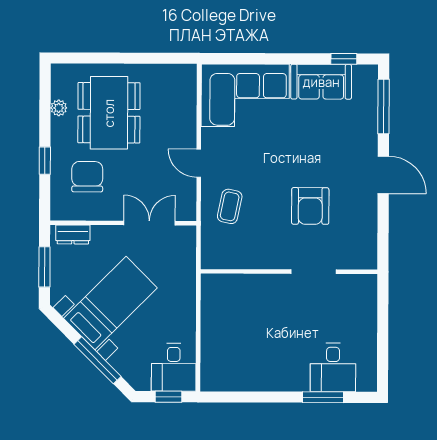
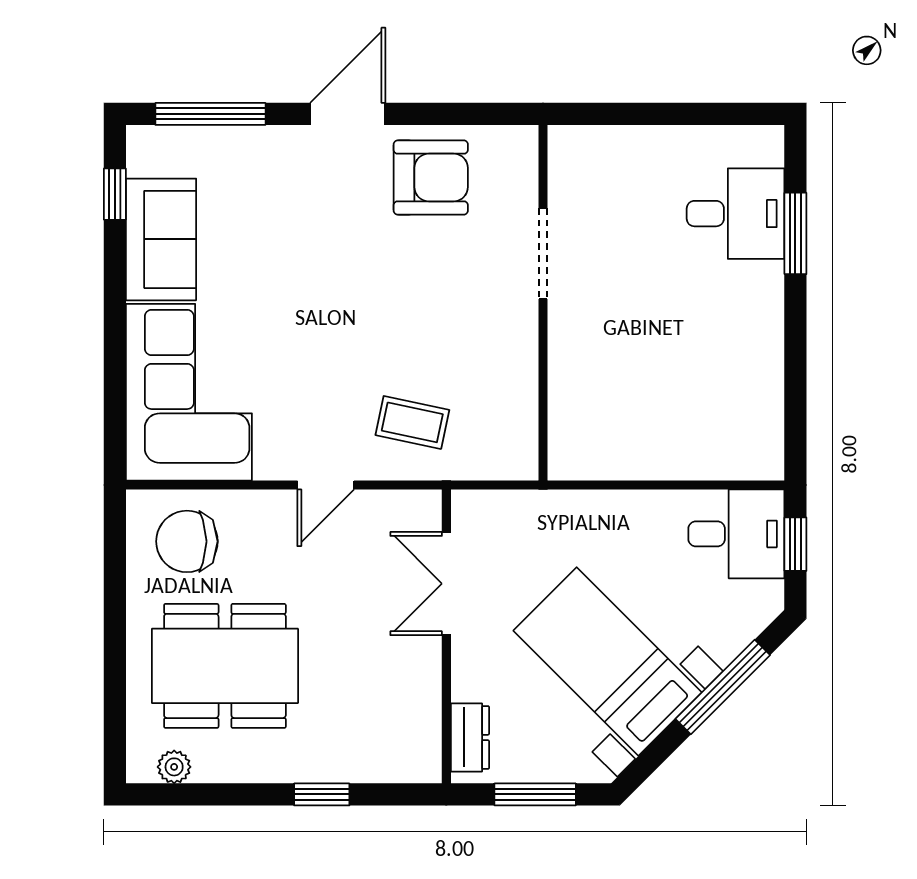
plant: (59, 108) -> (174, 767), moved
chair: (87, 177) -> (187, 541), moved
armchair: (310, 206) -> (431, 177), moved

